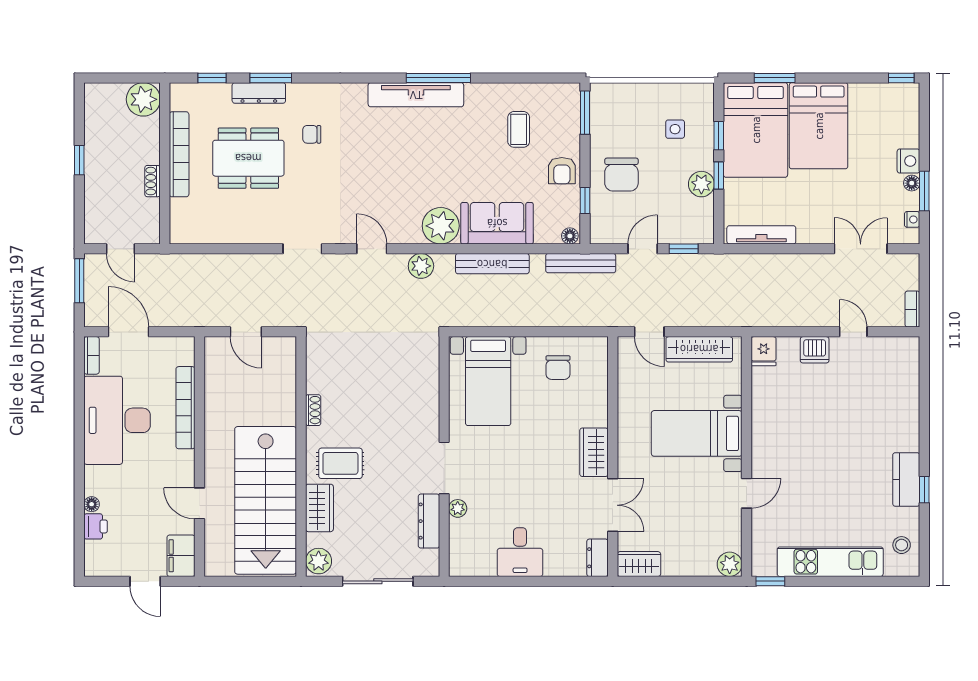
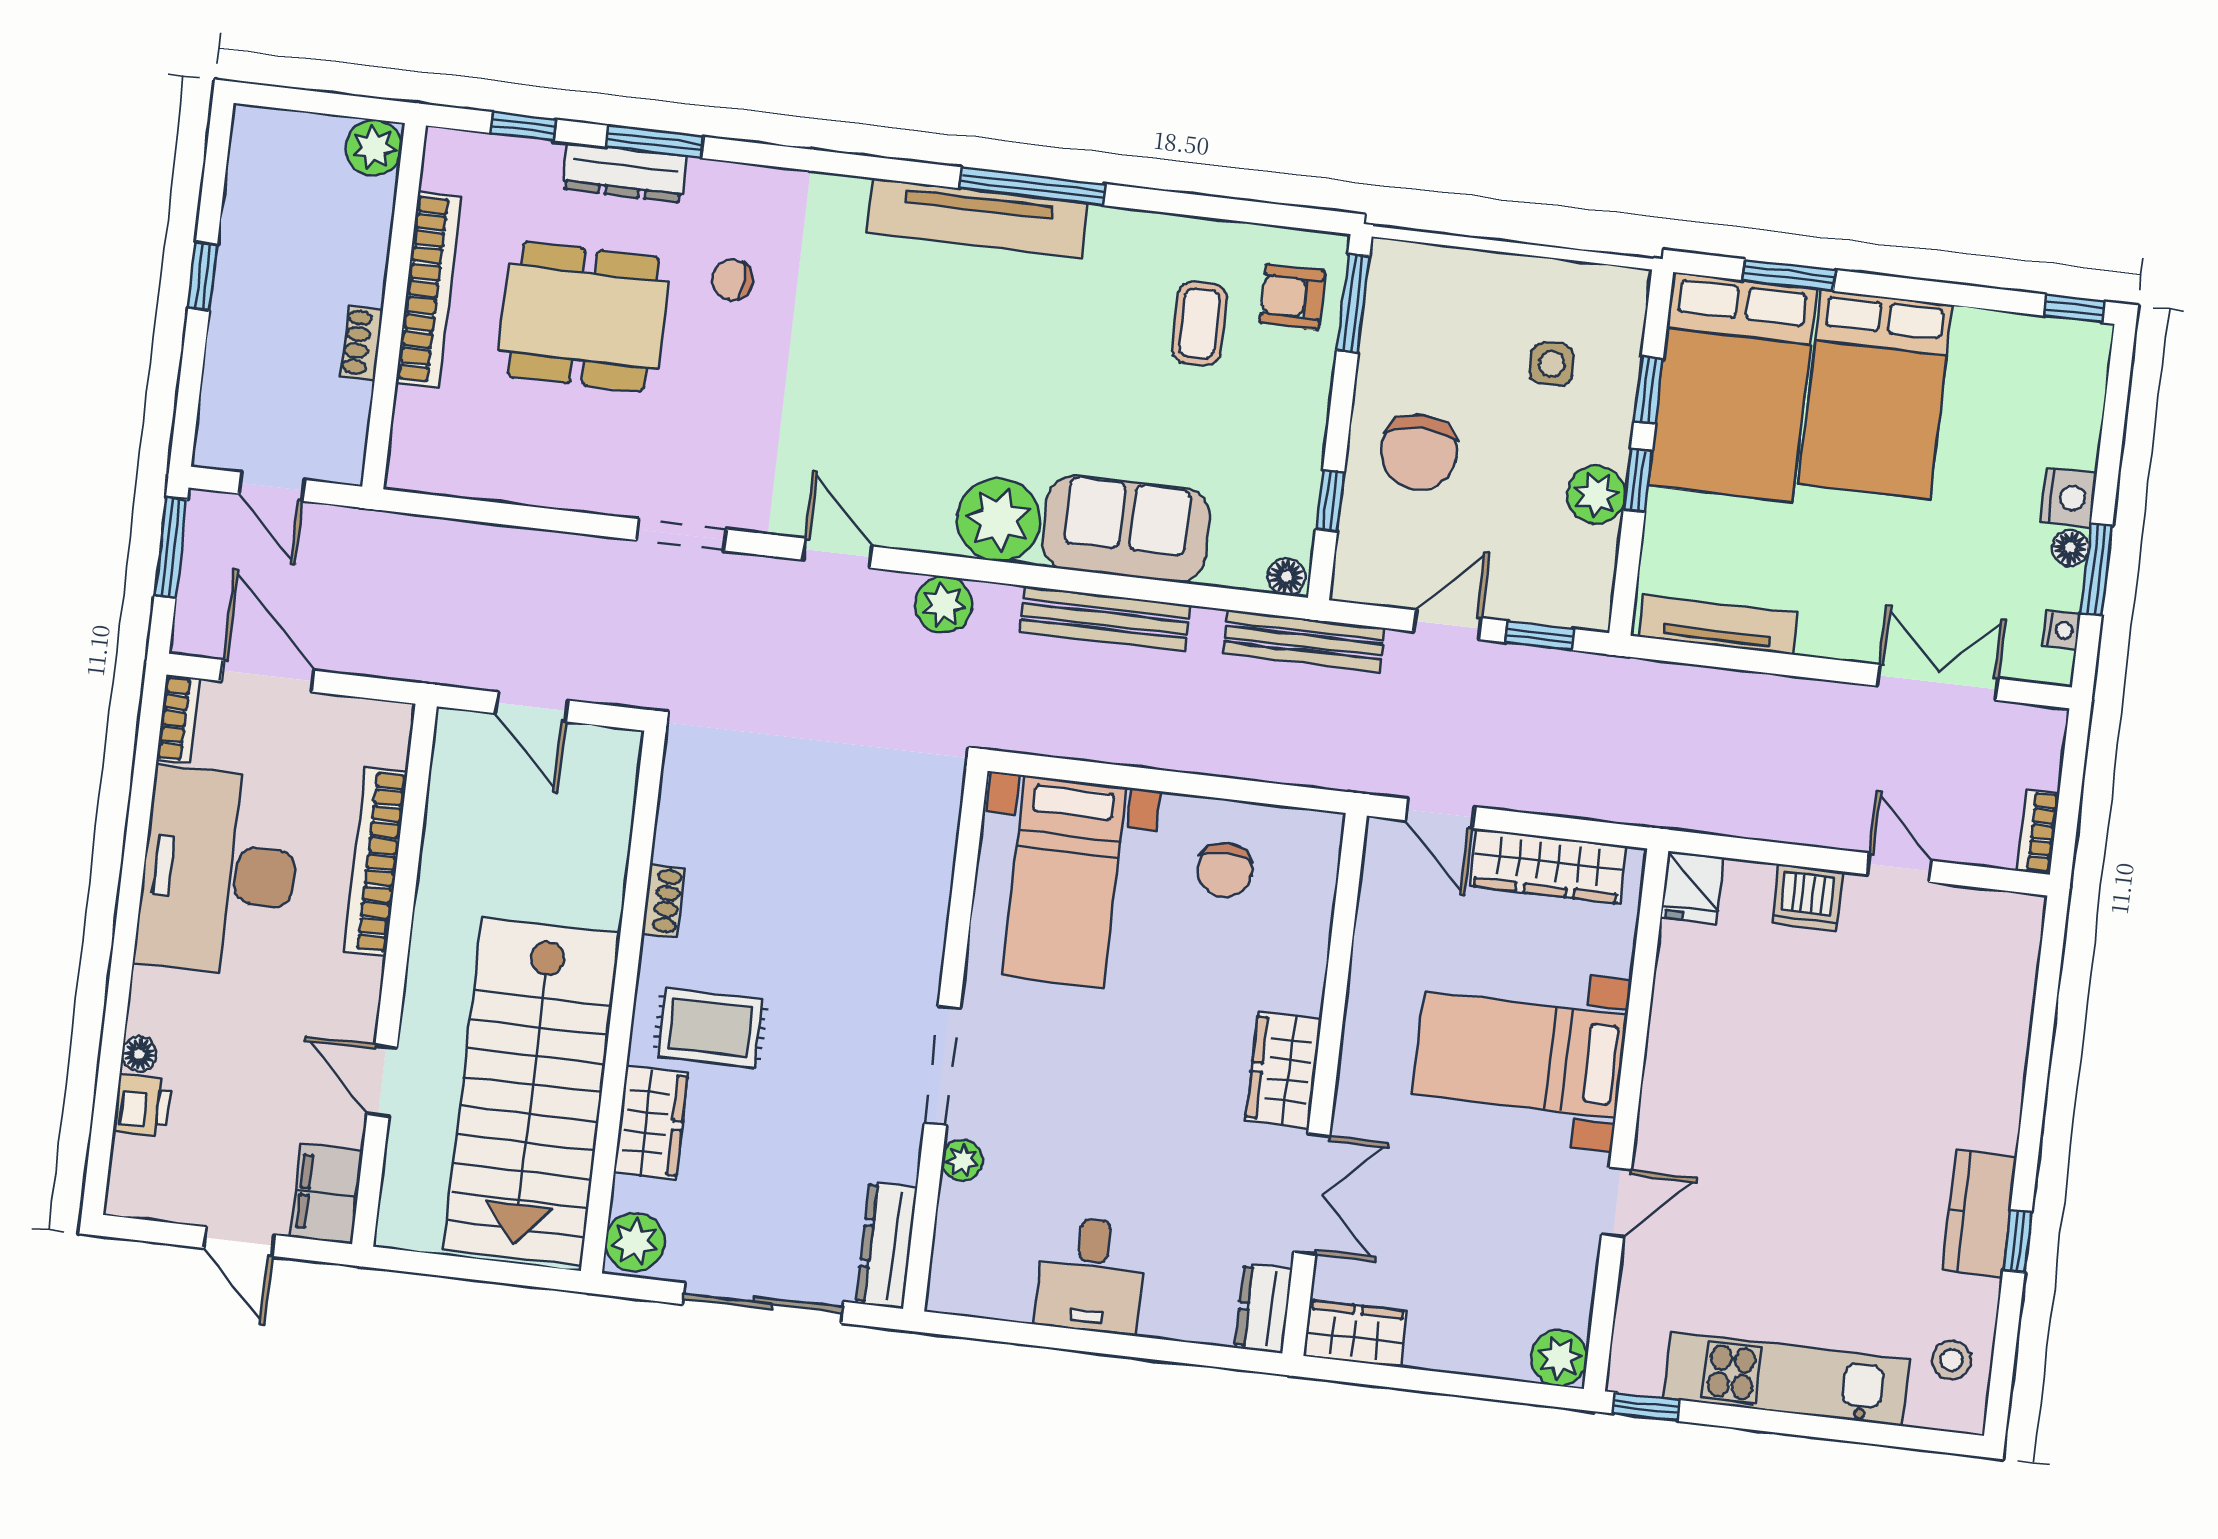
plant: (143, 99) -> (374, 148), width x0.73, depth x0.73
armchair: (562, 171) -> (1292, 297), moved, turned 90
dresser: (429, 521) -> (886, 1245), moved

